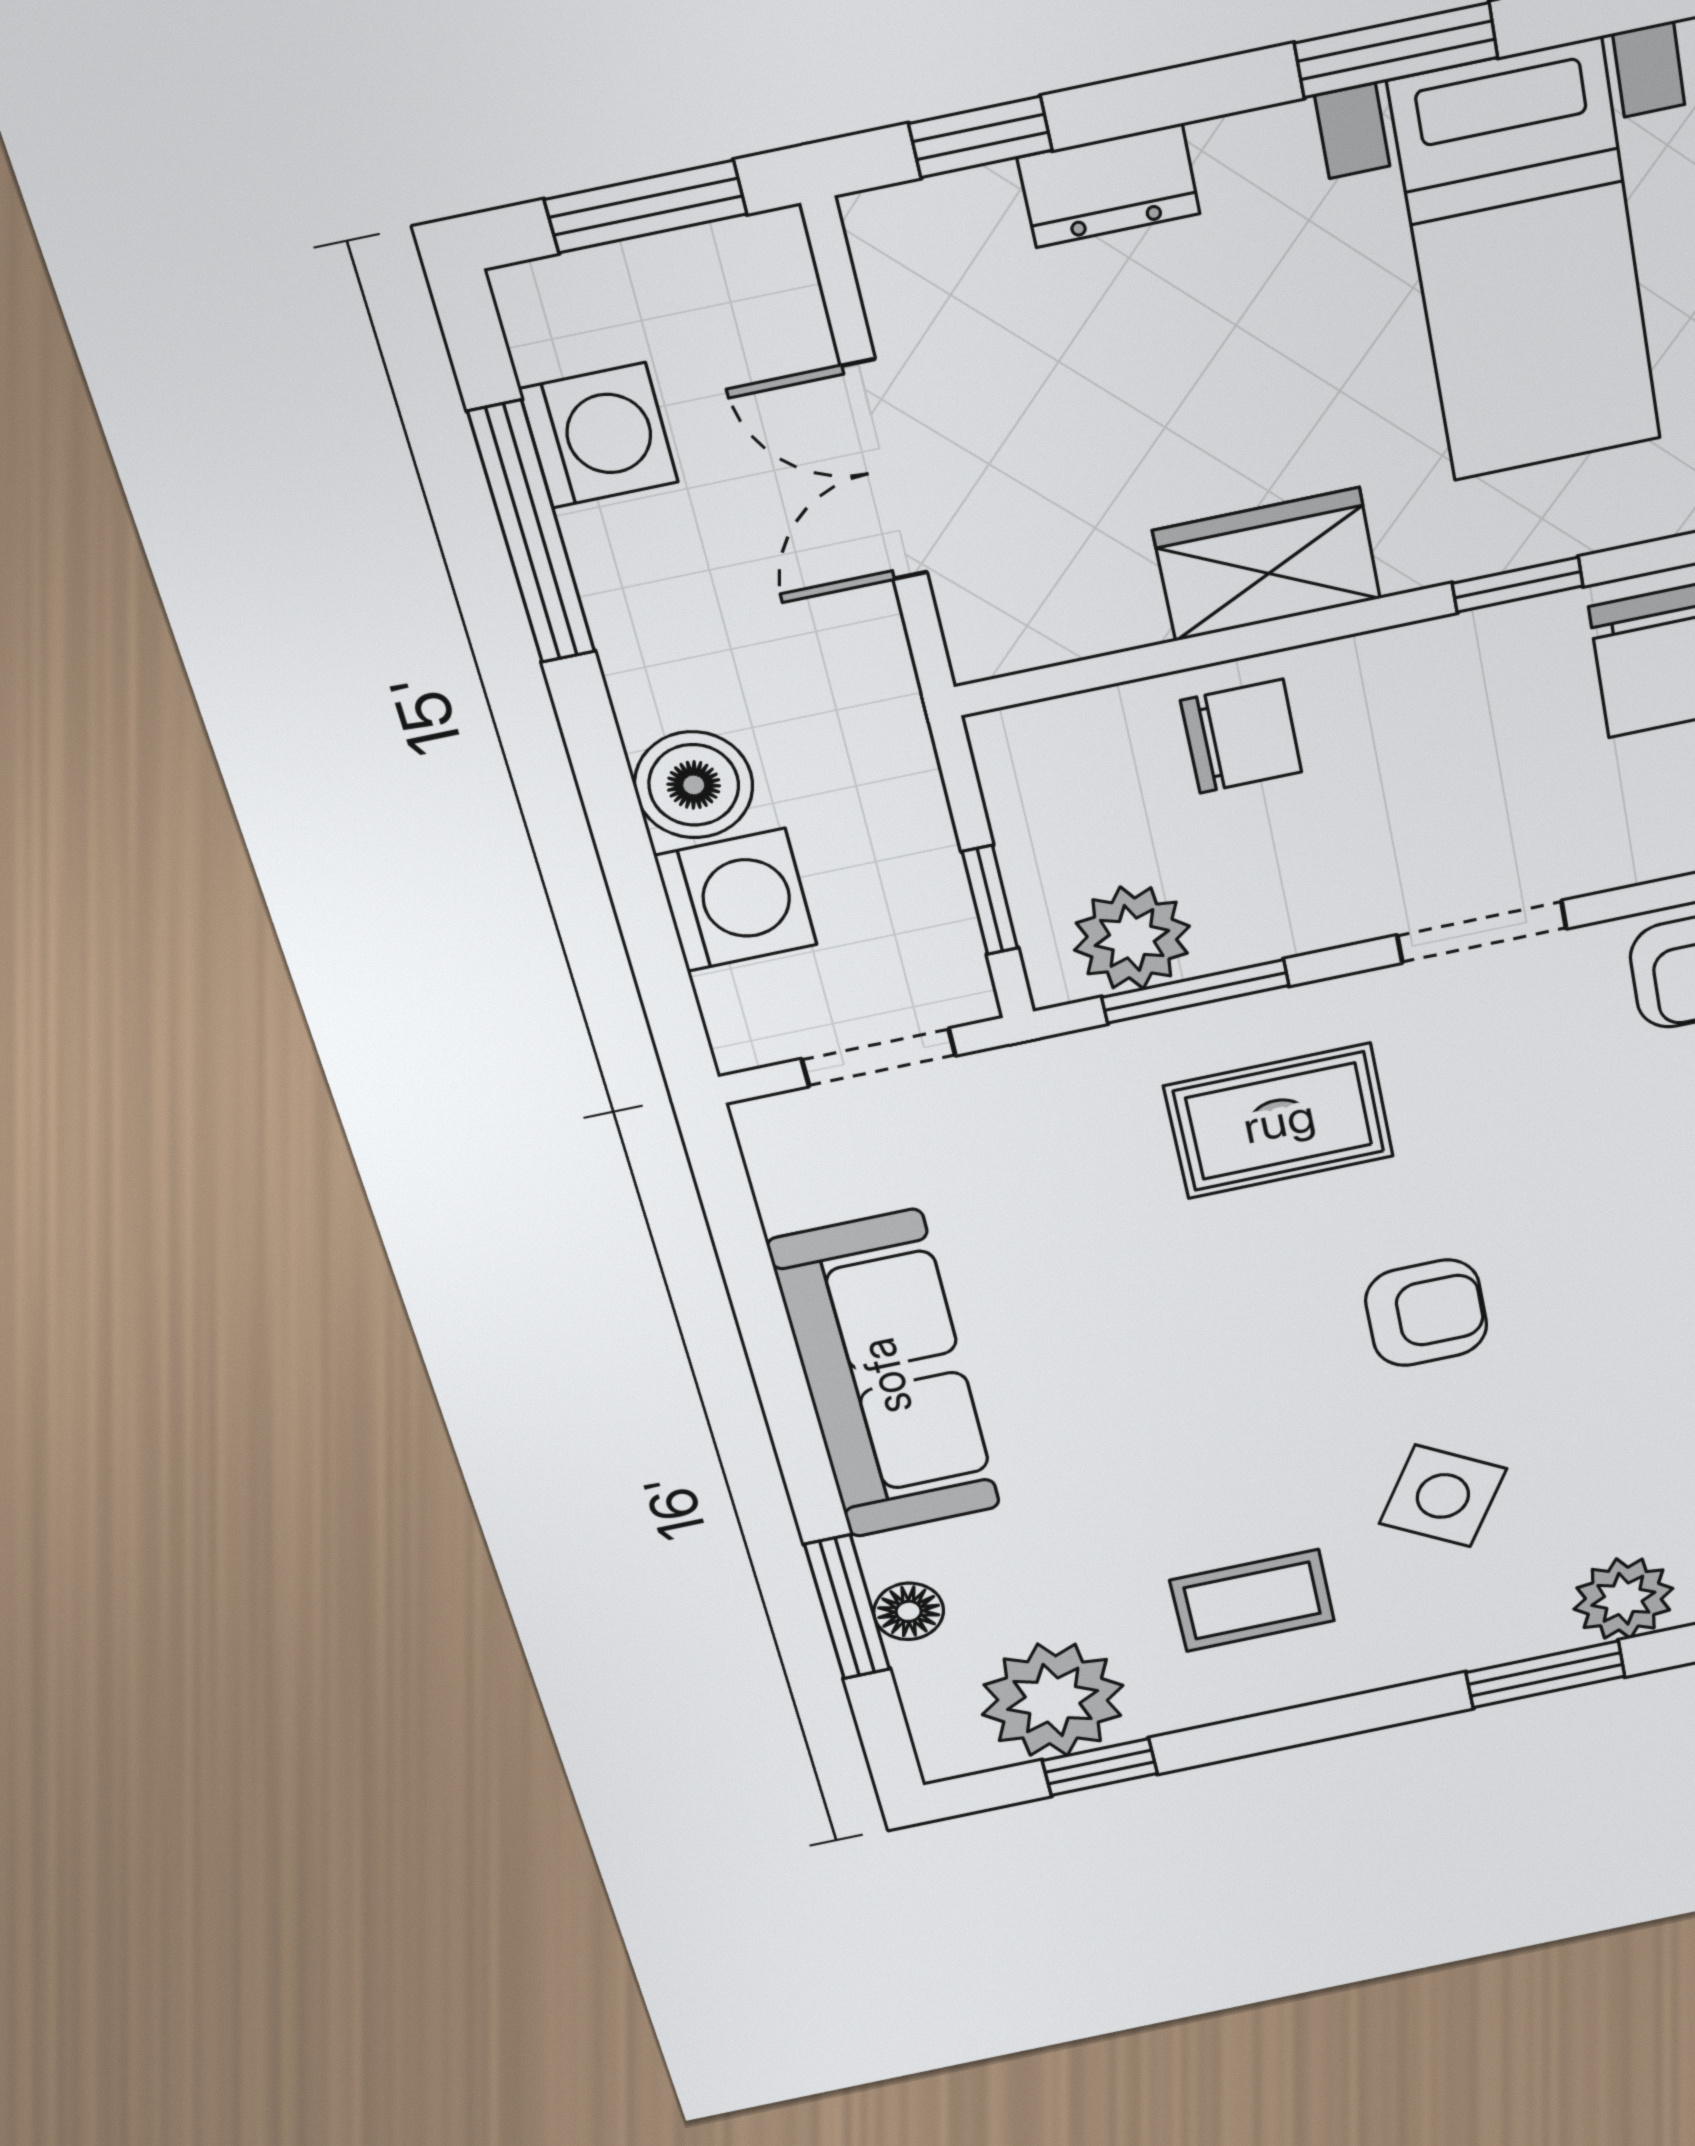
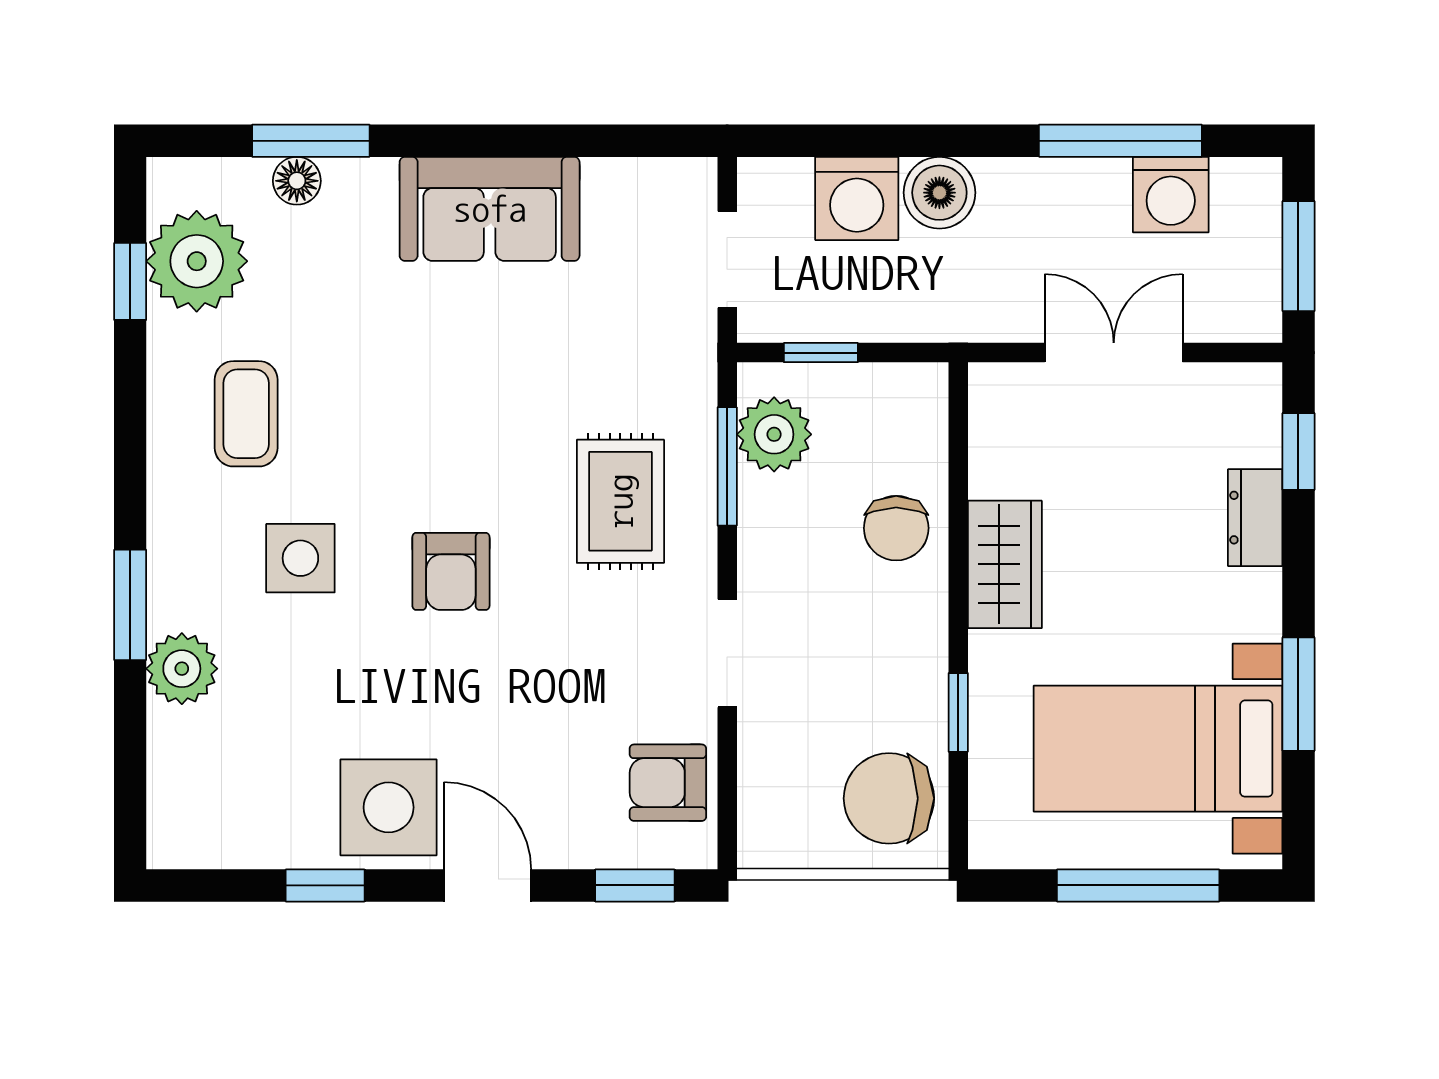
sofa: (885, 1376) -> (490, 209), width x0.73
side table: (1443, 1496) -> (300, 558), turned -31

